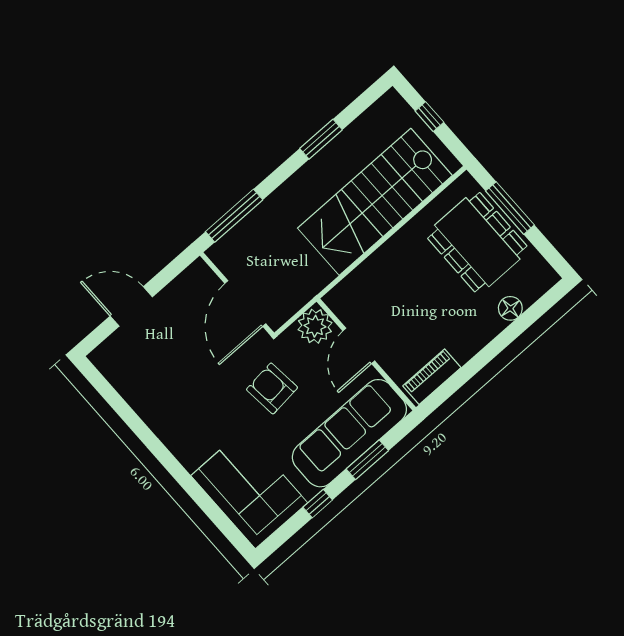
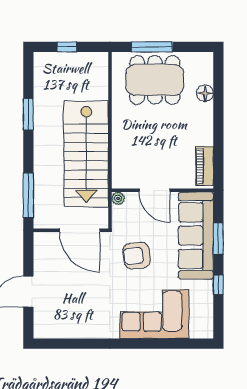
stairs: (375, 202) -> (86, 154), moved
plant: (315, 326) -> (118, 198), width x0.53, depth x0.53
corner sofa: (249, 489) -> (154, 314), moved

